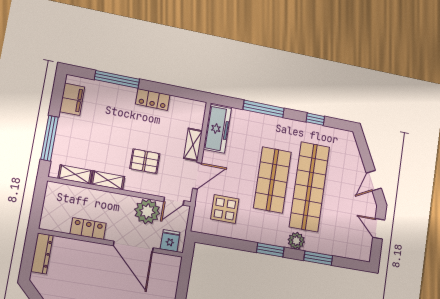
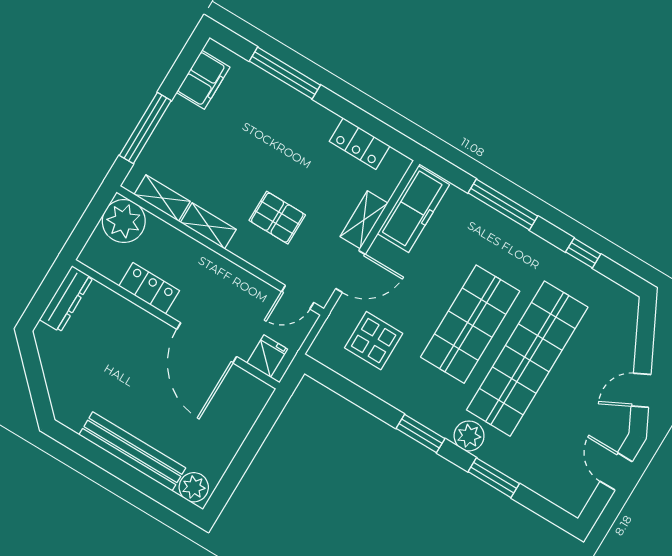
locker: (153, 99) -> (360, 144), moved
plant: (147, 211) -> (124, 221), moved

